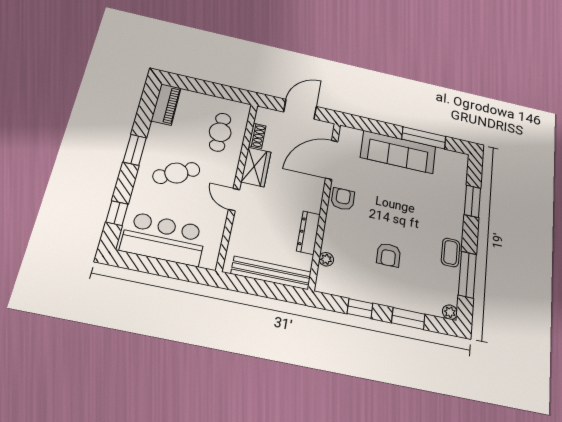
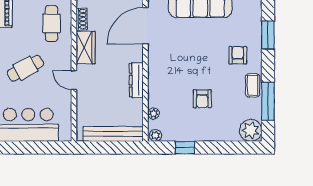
armchair: (343, 199) -> (238, 55), moved
dresser: (308, 233) -> (136, 80), moved
plant: (325, 286) -> (155, 135), added
plant: (450, 312) -> (251, 130), width x1.88, depth x1.88
window: (408, 318) -> (223, 148), removed

